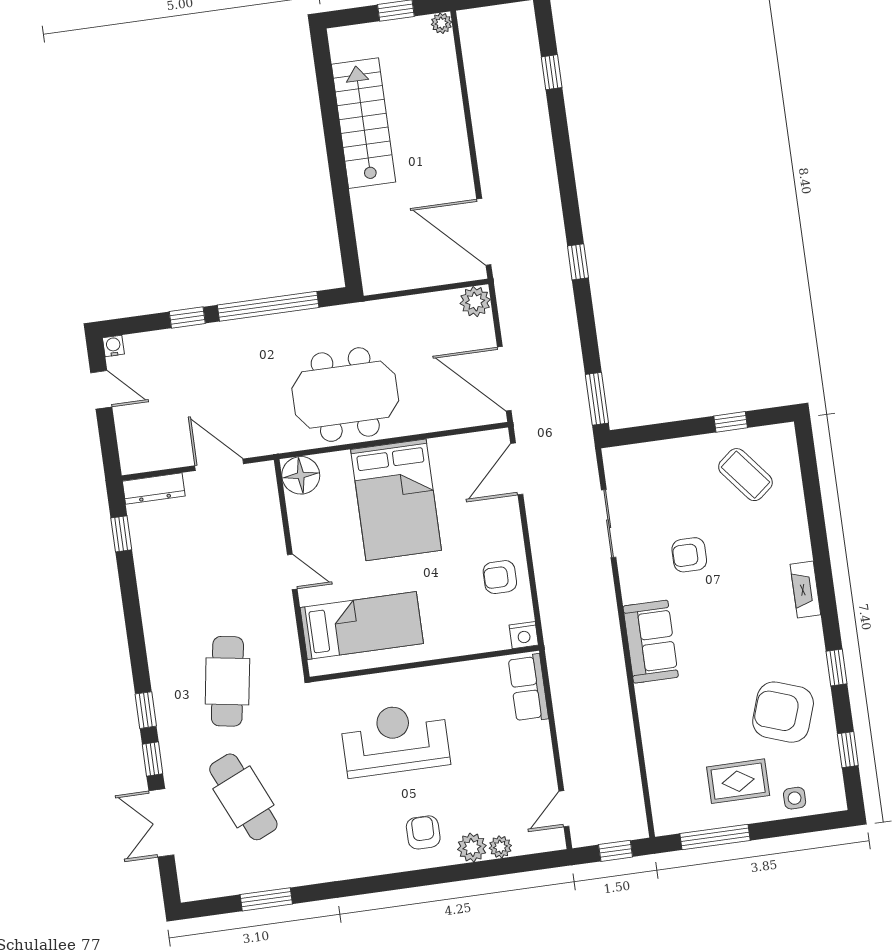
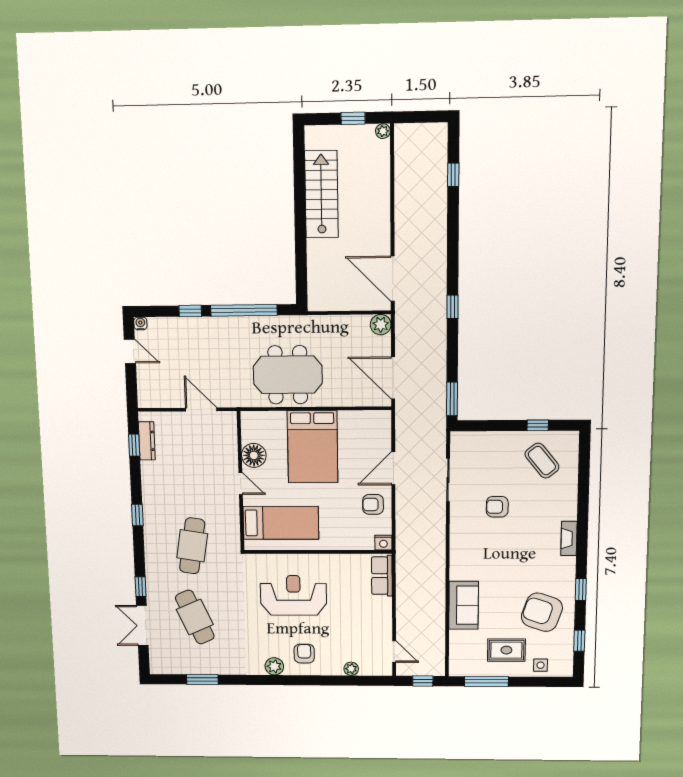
door: (517, 469) -> (393, 468), moved
floor lamp: (301, 475) -> (254, 455), moved
dresser: (154, 489) -> (147, 441), moved, turned -90
sofa: (651, 642) -> (464, 605), moved
window: (146, 710) -> (137, 515), moved
door: (564, 809) -> (394, 652), swing flipped
plant: (472, 847) -> (274, 666), moved

